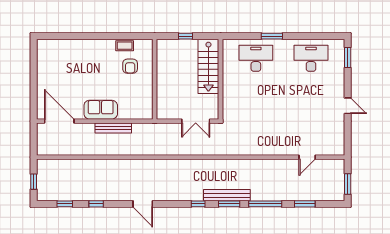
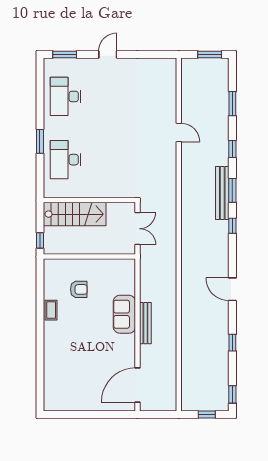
armchair: (130, 66) -> (79, 289), moved
wall: (155, 79) -> (89, 257), moved
door: (348, 106) -> (108, 55), moved
sofa: (101, 110) -> (124, 314), moved
door: (307, 157) -> (179, 133), moved
window: (65, 204) -> (232, 394), moved
door: (143, 204) -> (232, 289), swing flipped
window: (265, 204) -> (232, 149), width x0.46

